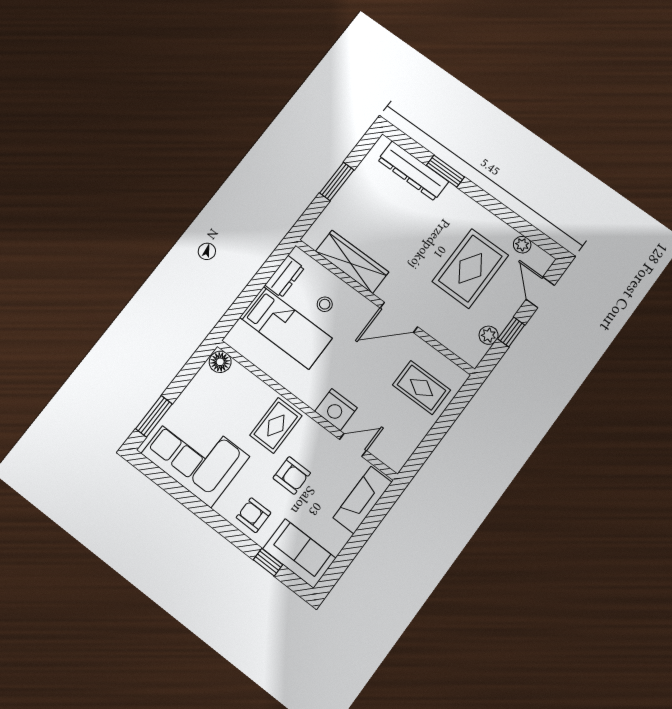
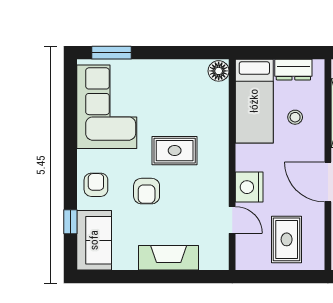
floor lamp: (220, 362) -> (219, 71), moved
wall: (306, 410) -> (232, 165), moved
nightstand: (336, 410) -> (249, 187), moved
door: (353, 445) -> (232, 220), moved

